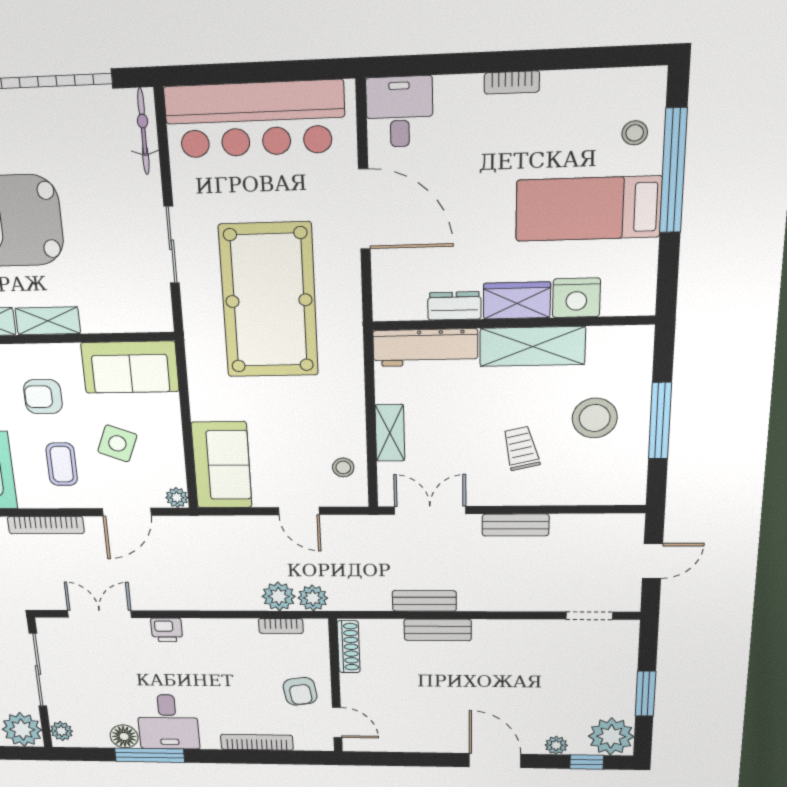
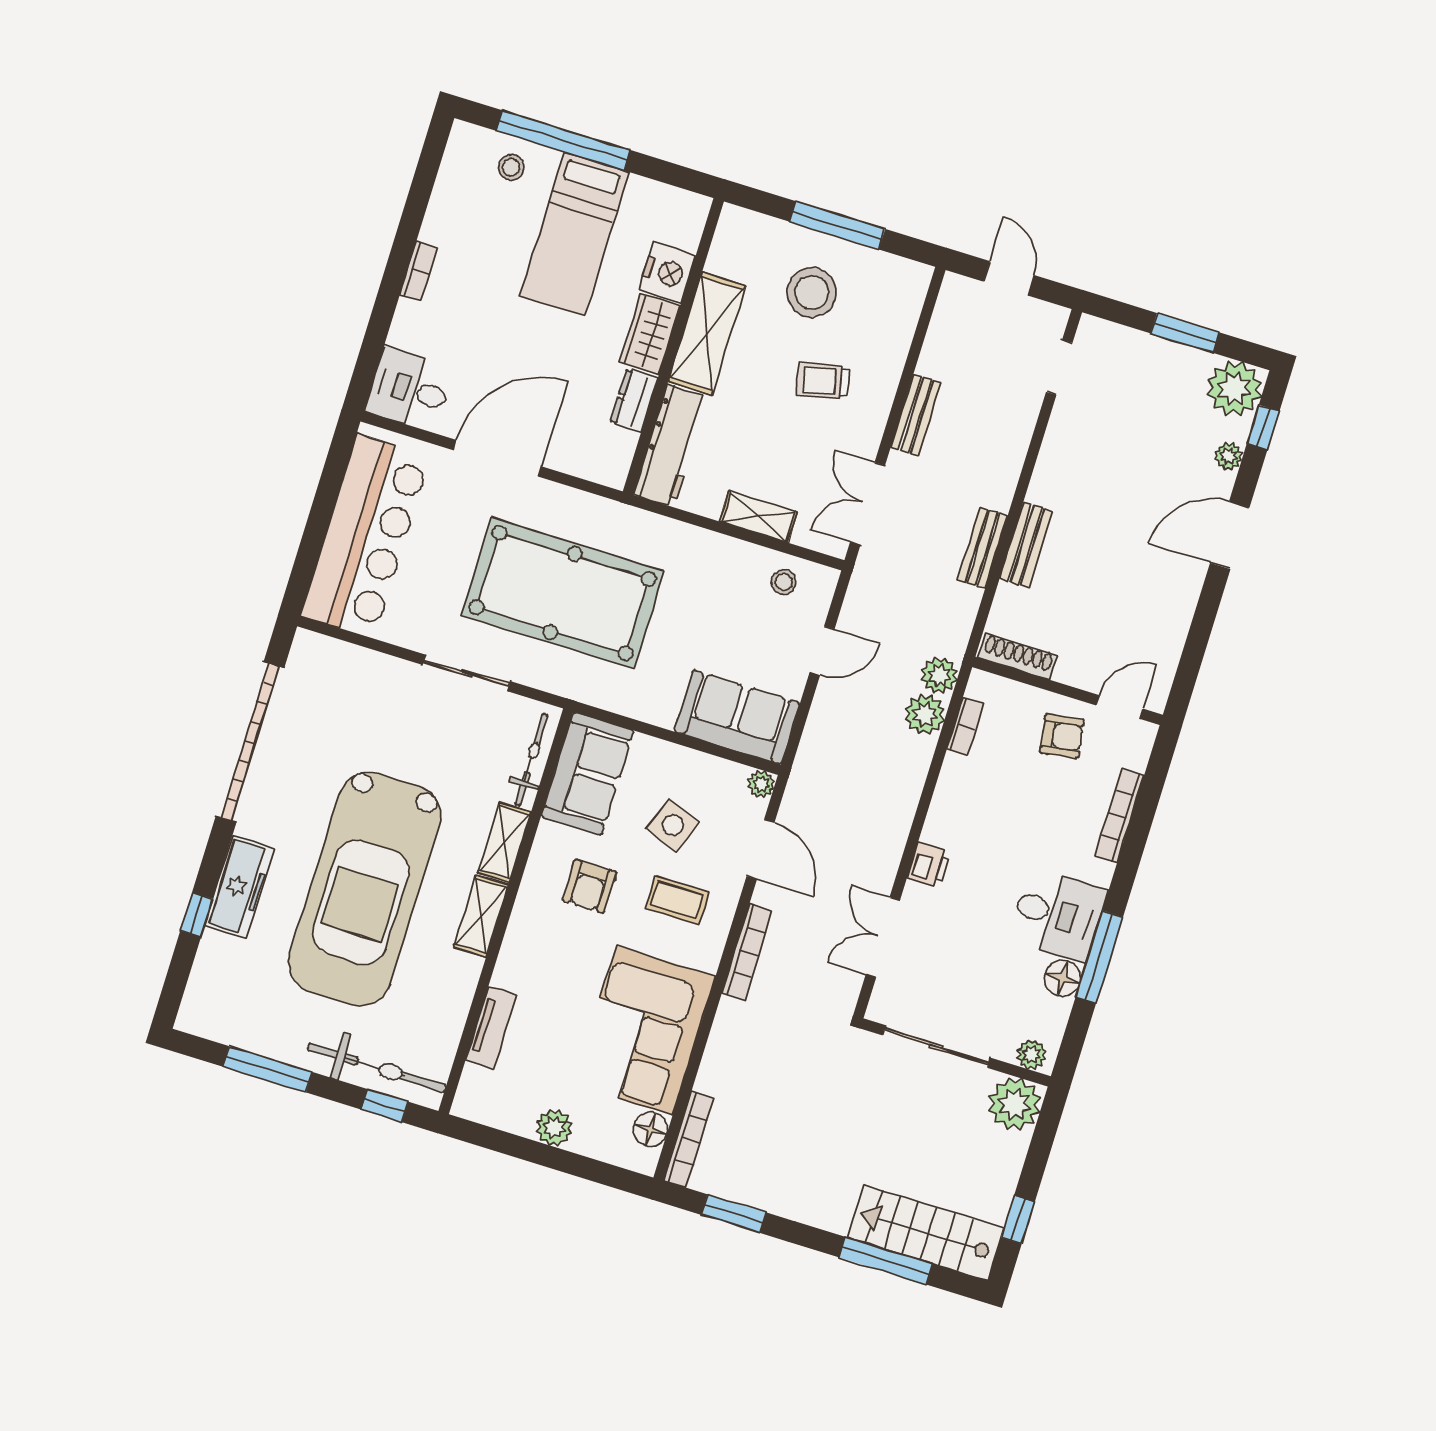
bicycle: (143, 132) -> (531, 760), moved, turned 90

